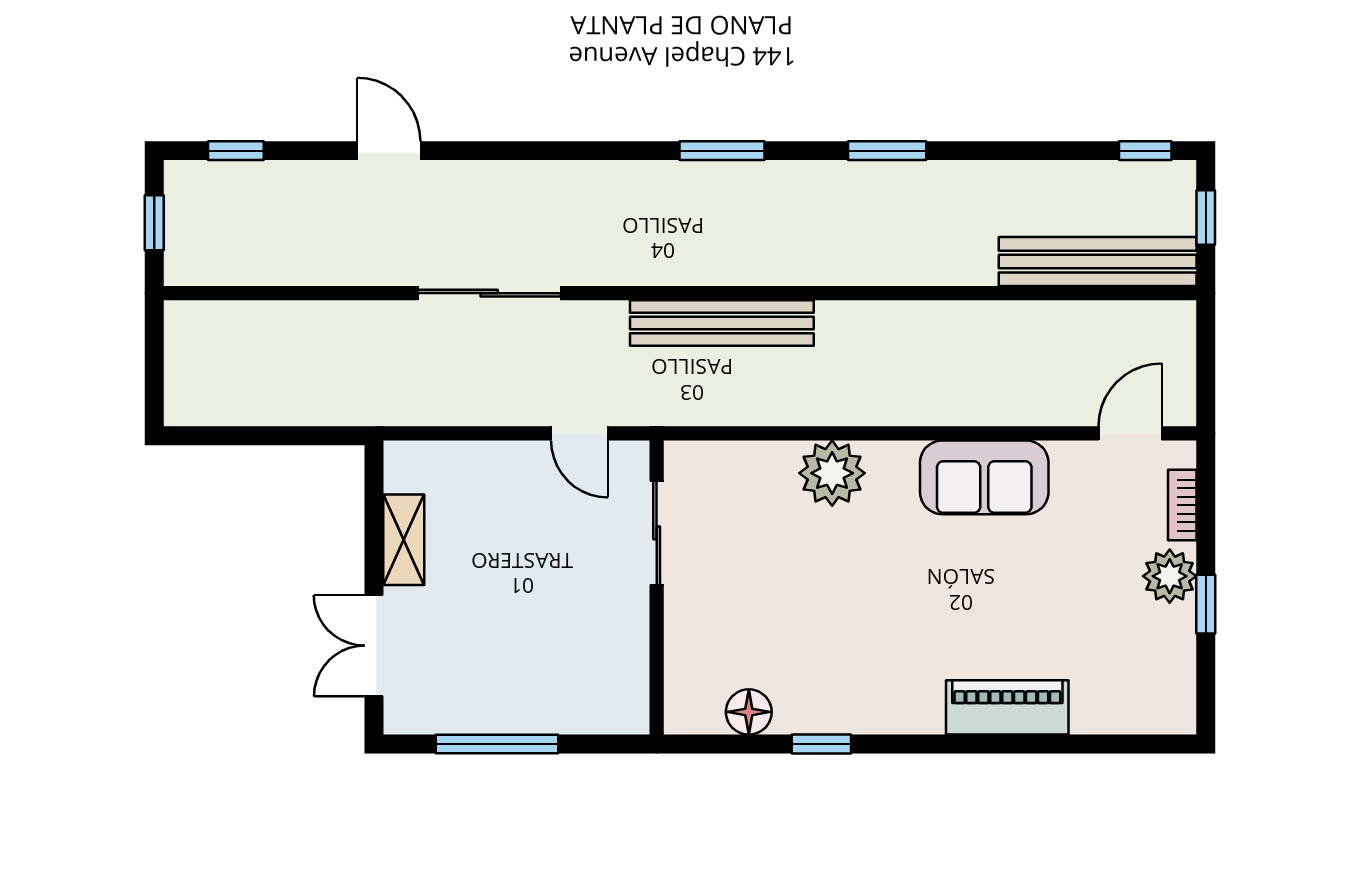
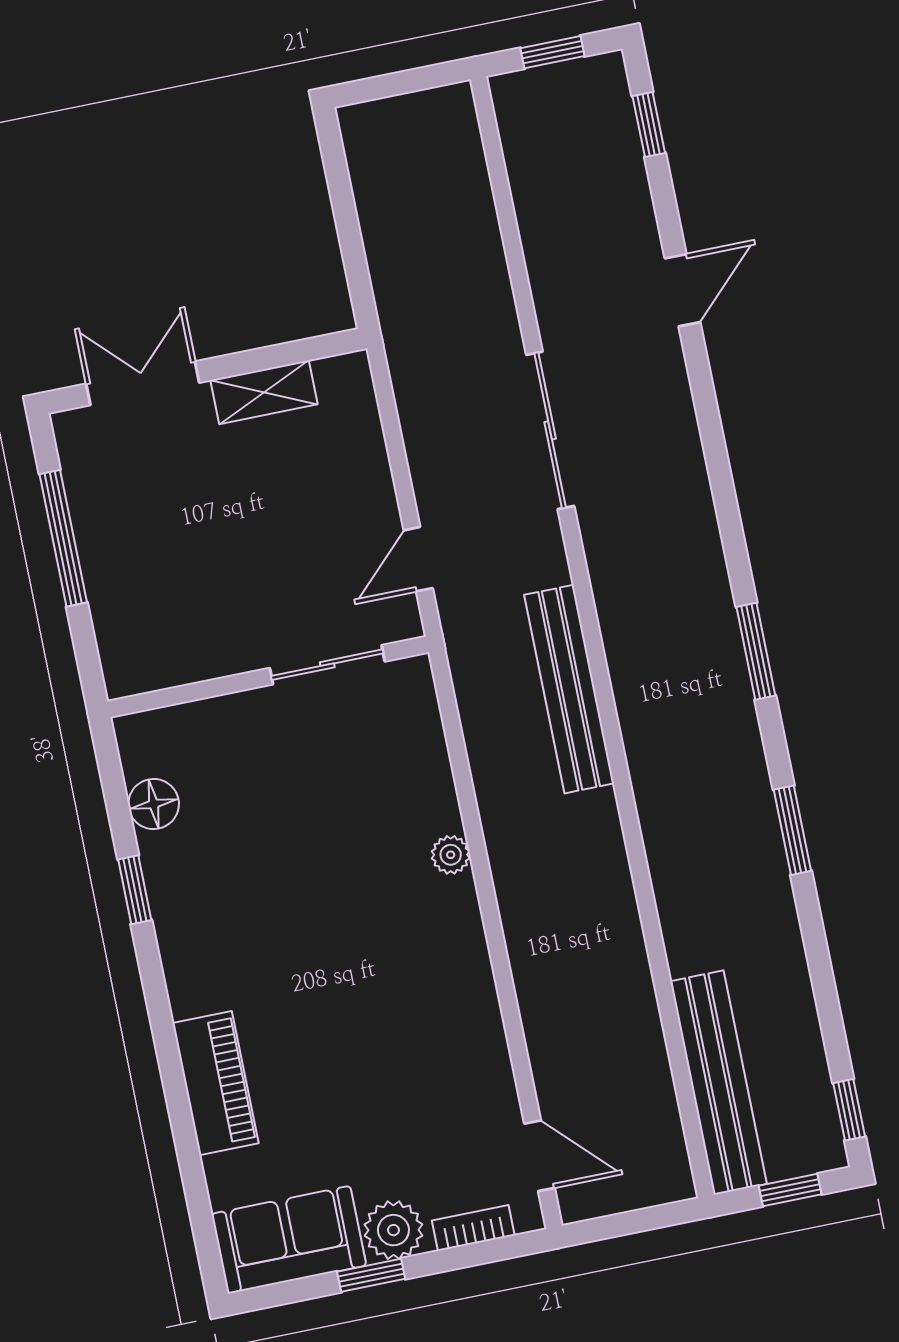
plant: (832, 473) -> (451, 855), width x0.53, depth x0.53
sofa: (984, 477) -> (289, 1240), moved, turned 90

